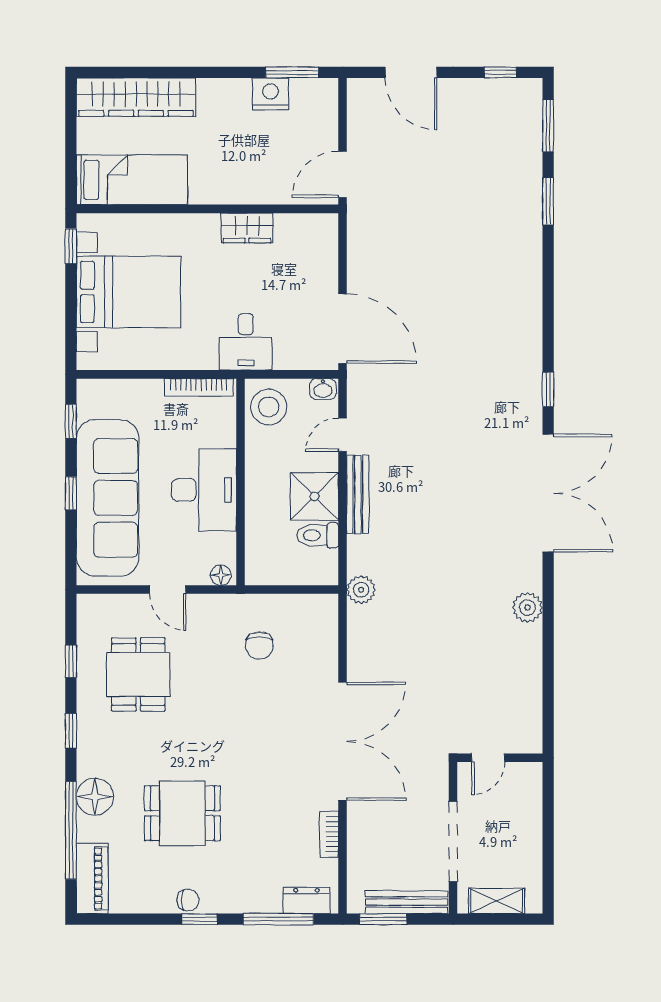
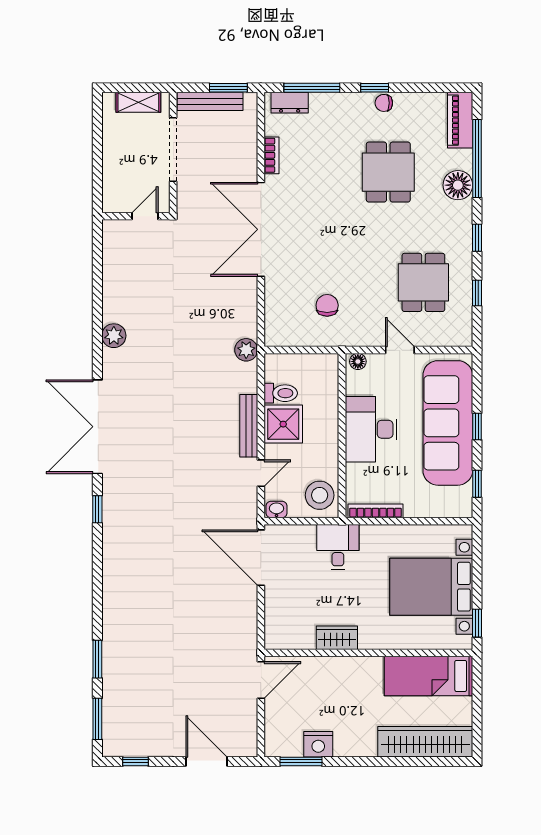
dining table: (182, 813) -> (388, 172), turned 90

